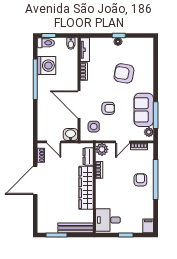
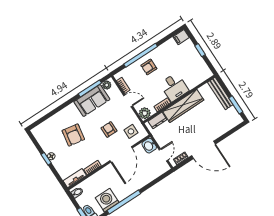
desk: (108, 220) -> (174, 87), moved

